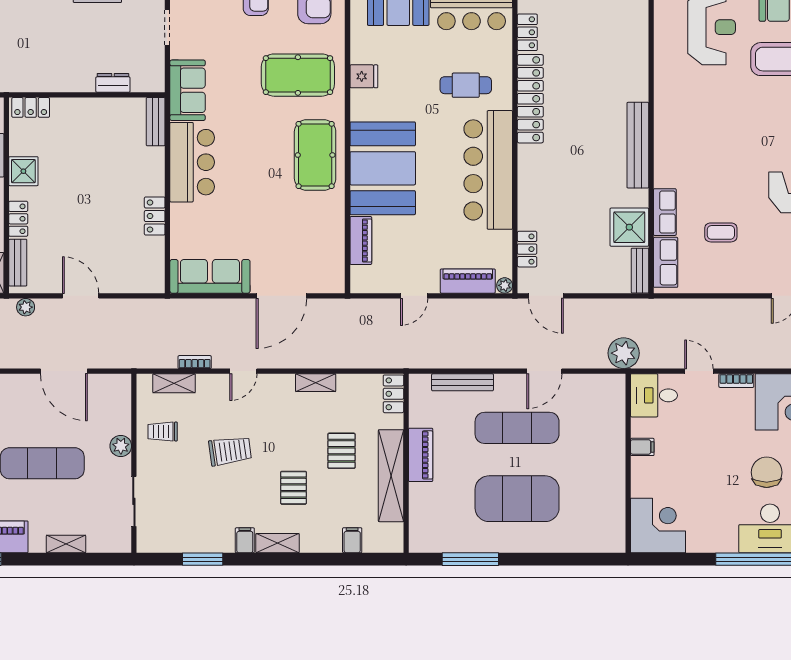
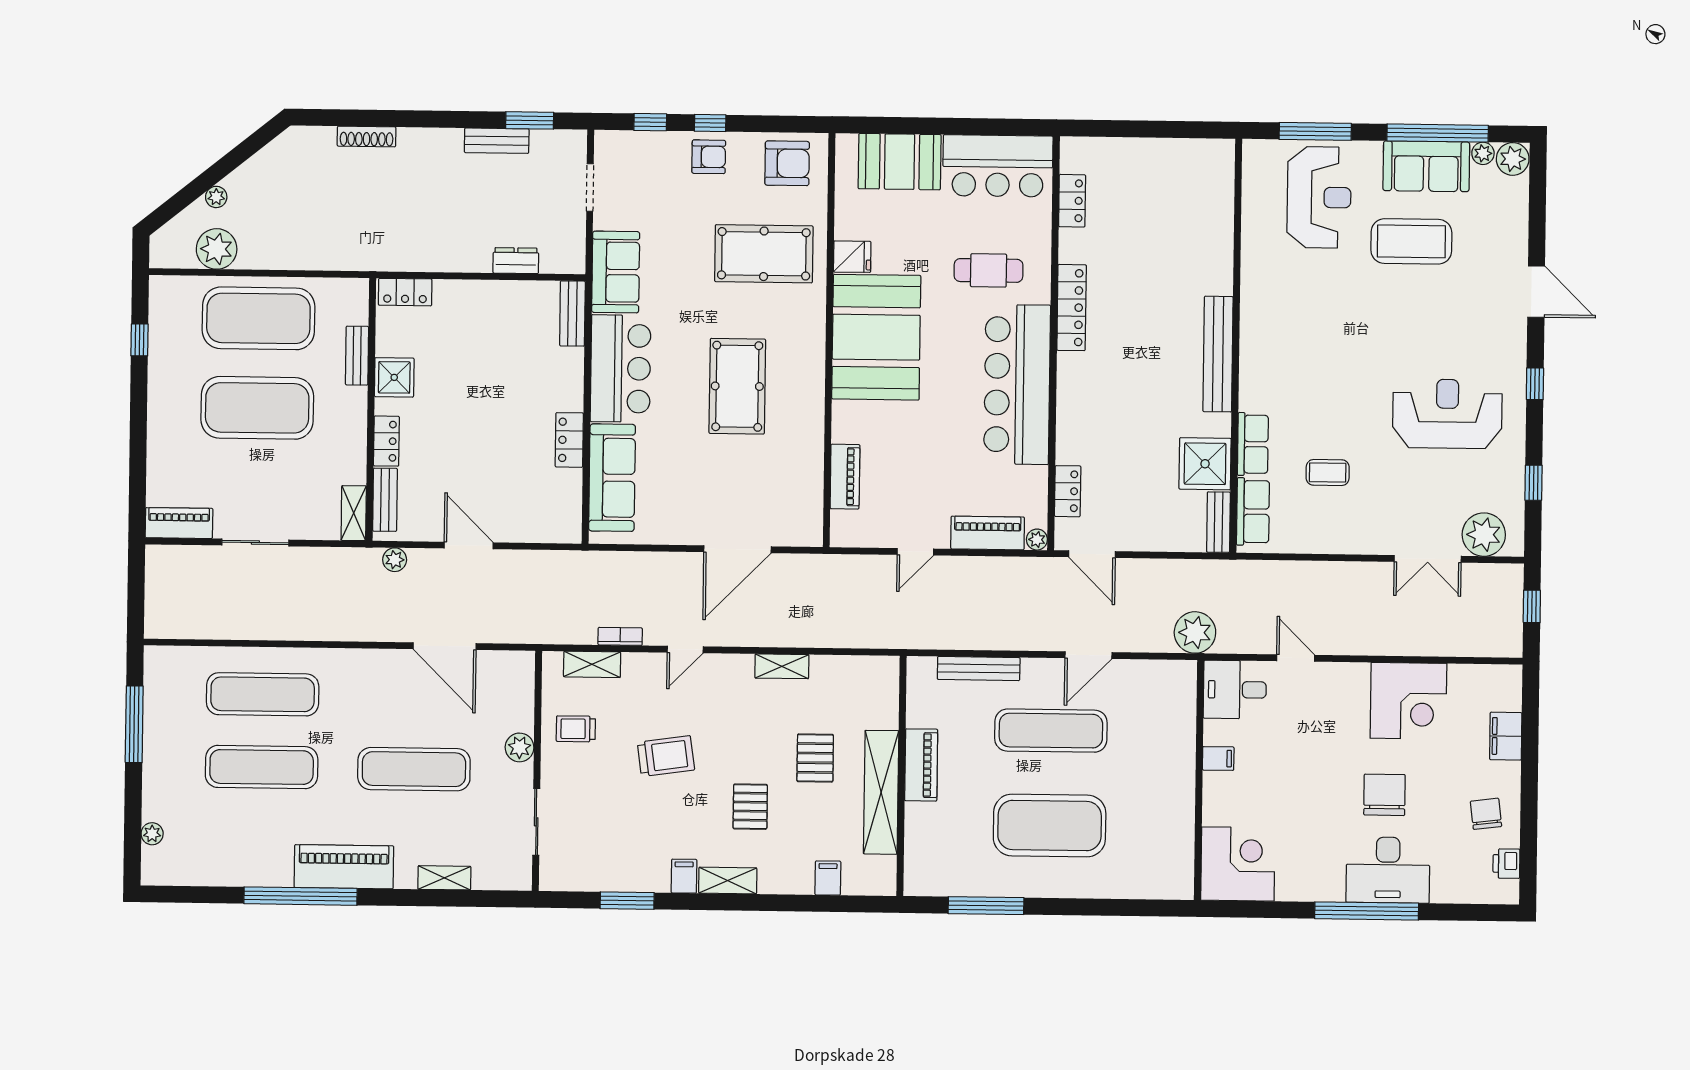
locker: (530, 99) -> (1072, 308), width x0.71, depth x0.83
pool table: (315, 155) -> (737, 386), moved
booth: (383, 168) -> (876, 337), moved
sofa: (210, 276) -> (612, 478), moved, turned 90
bookcase: (736, 381) -> (1346, 671), removed
locker: (393, 394) -> (886, 683), removed

